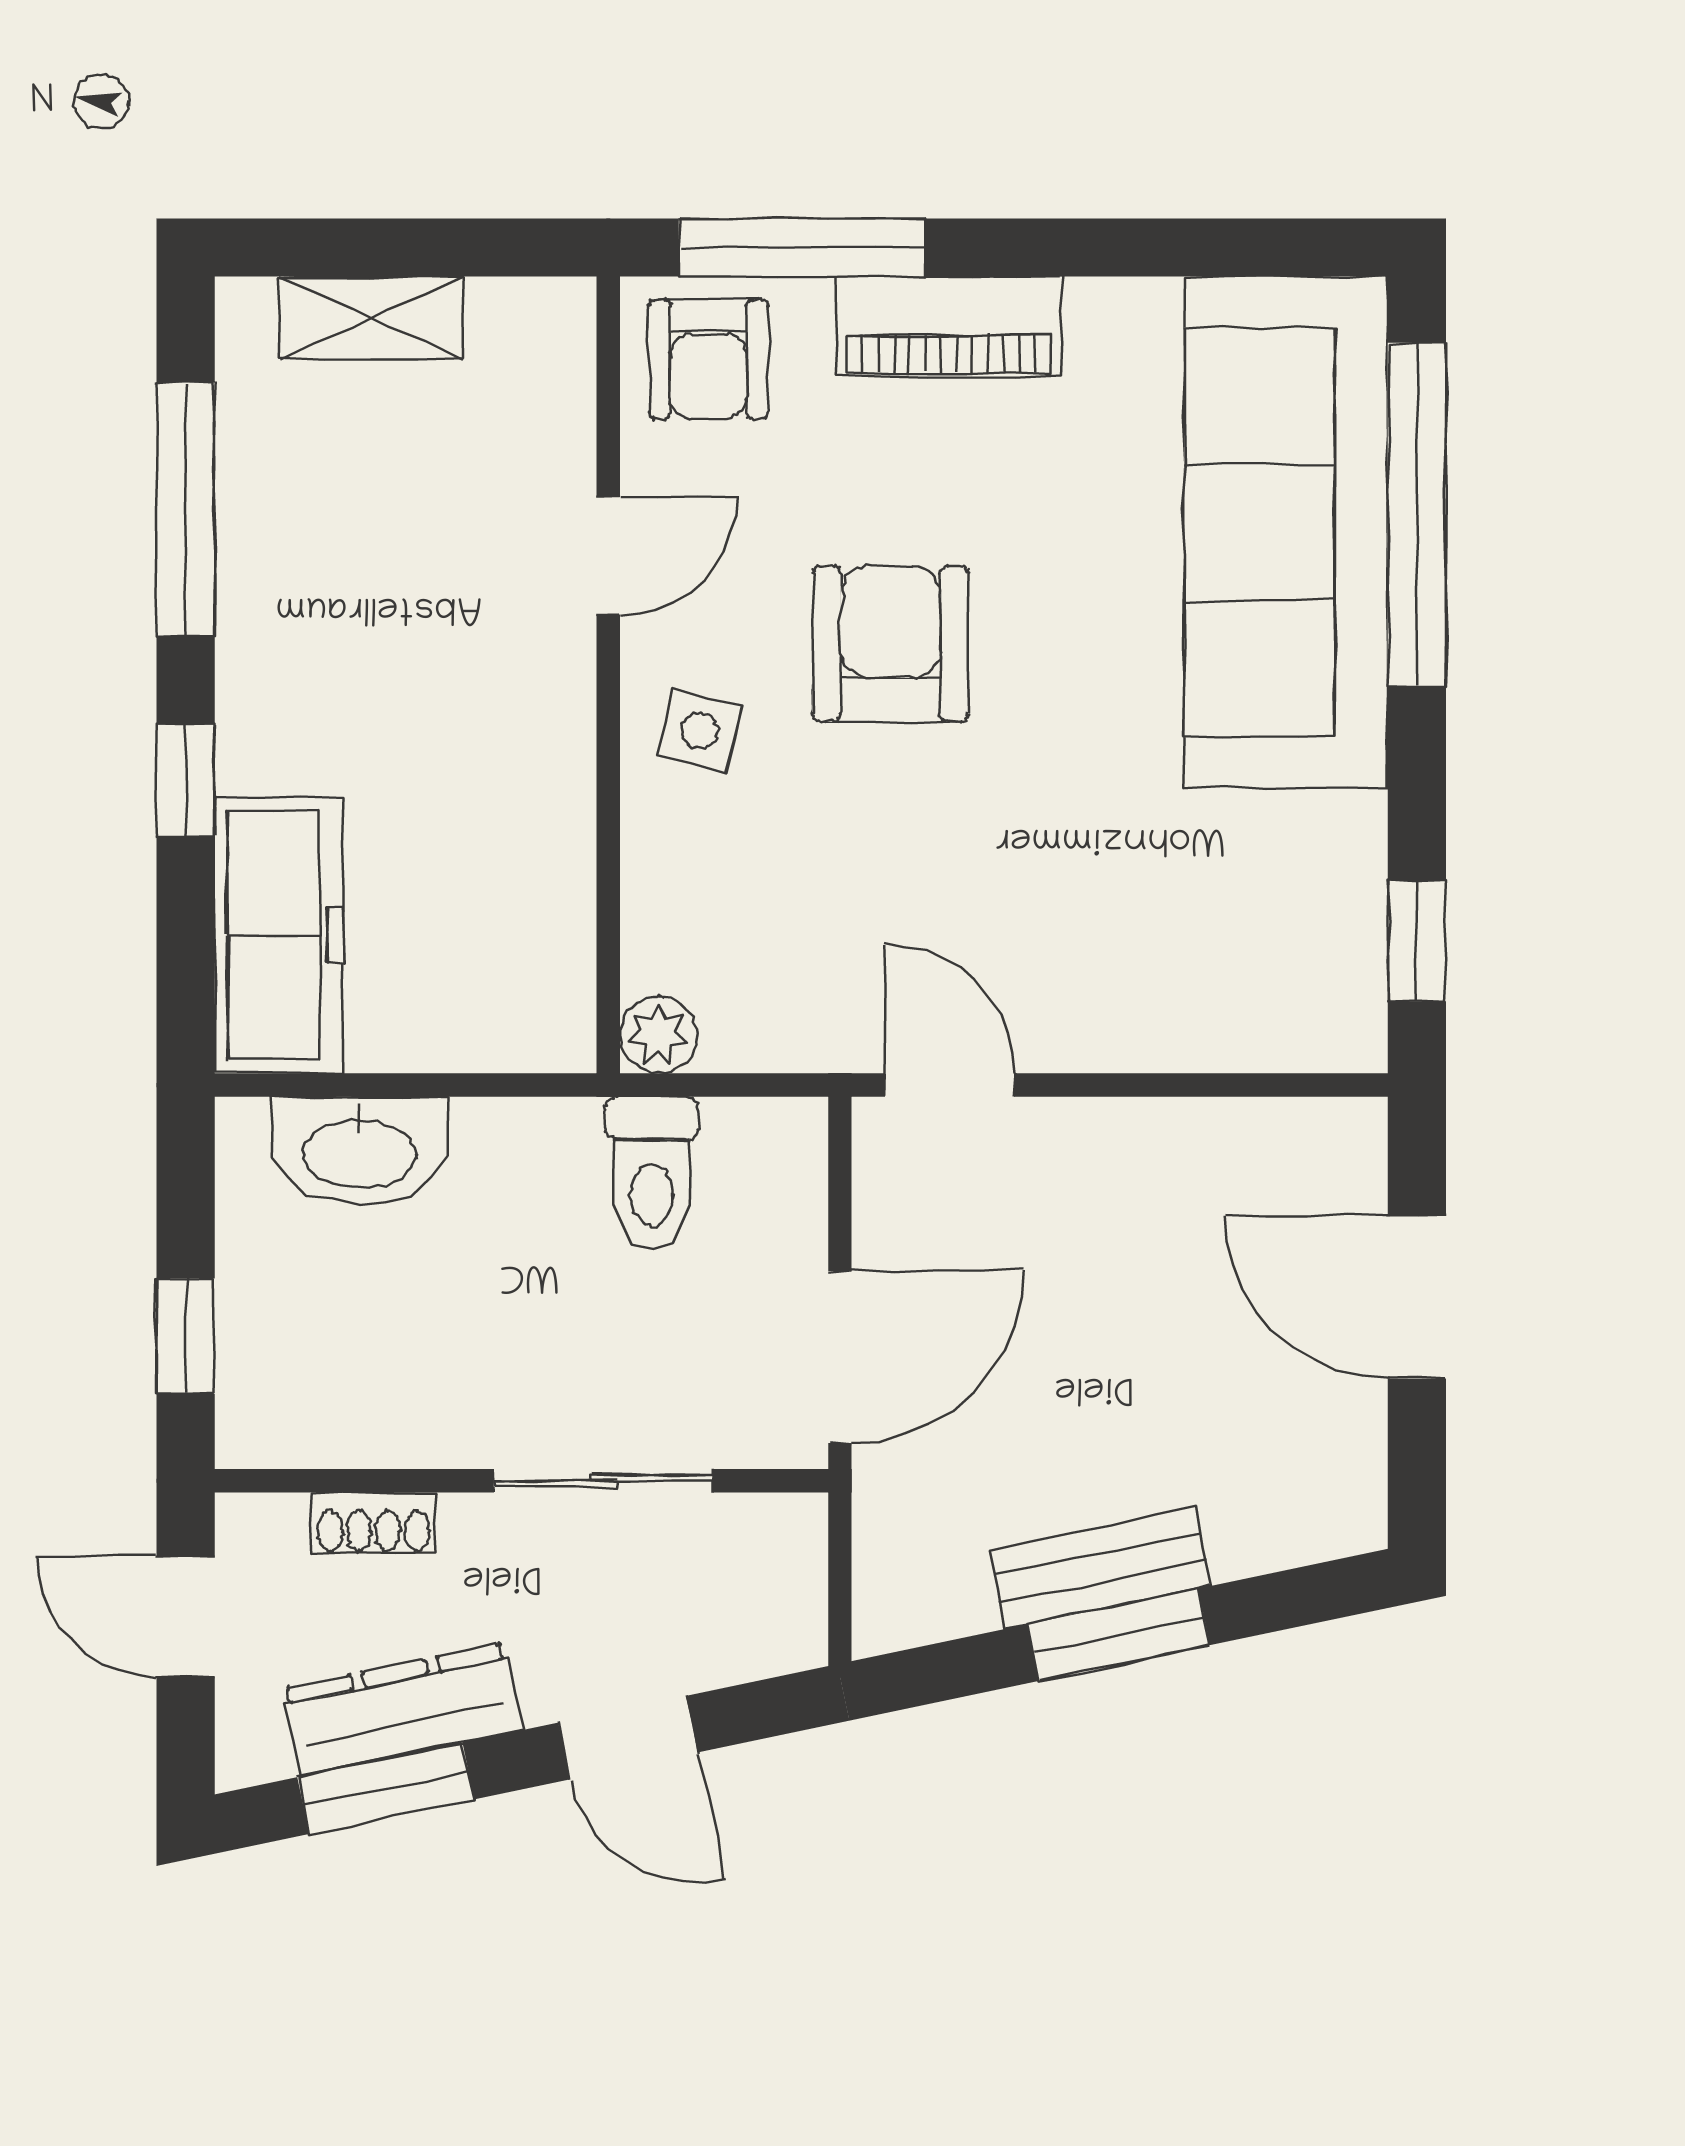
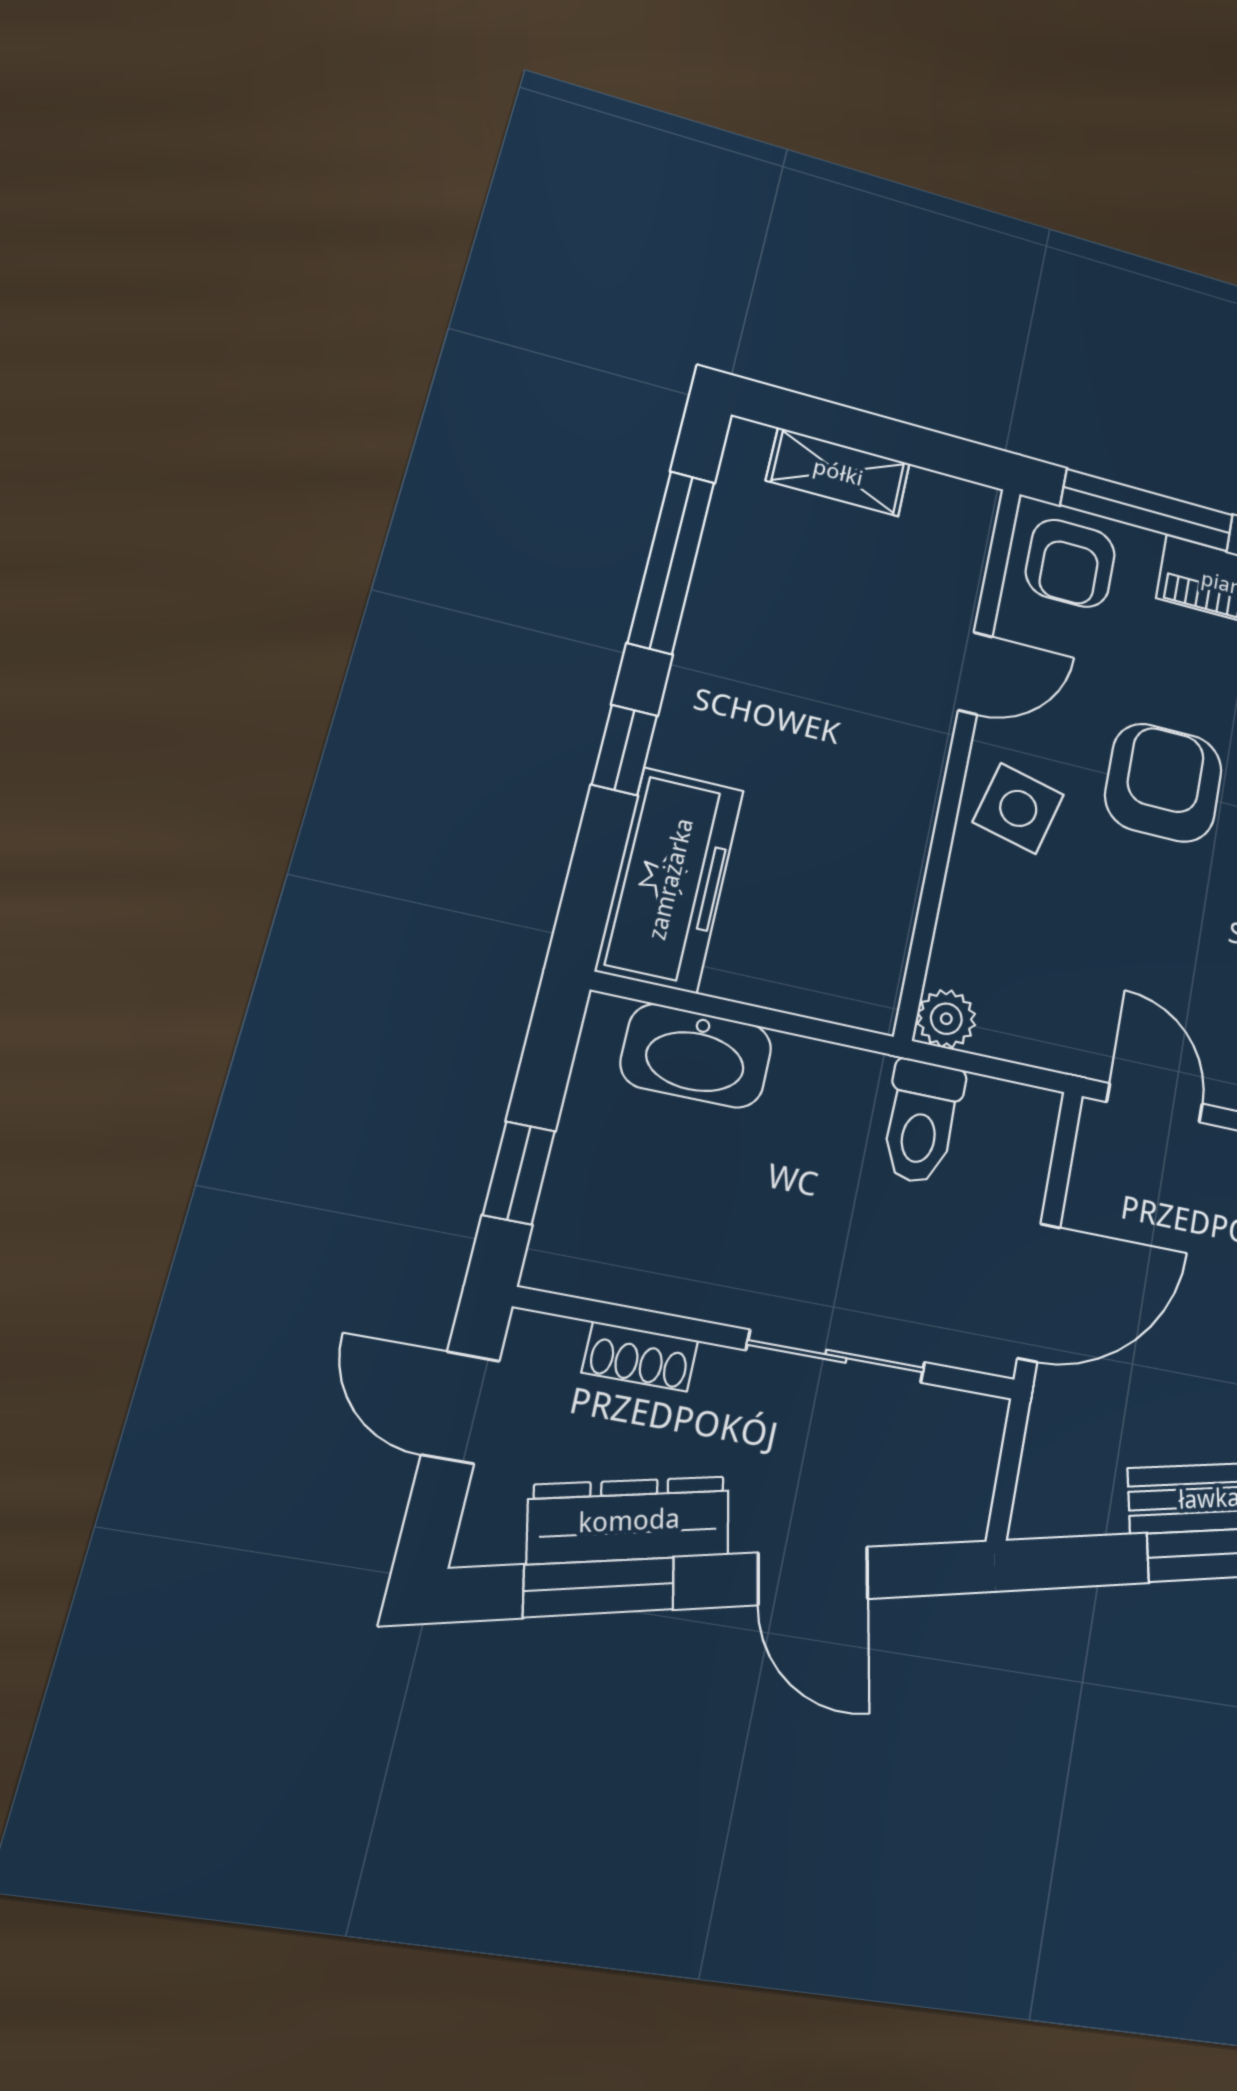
side table: (700, 730) -> (1018, 808), width x1.37, depth x1.37

